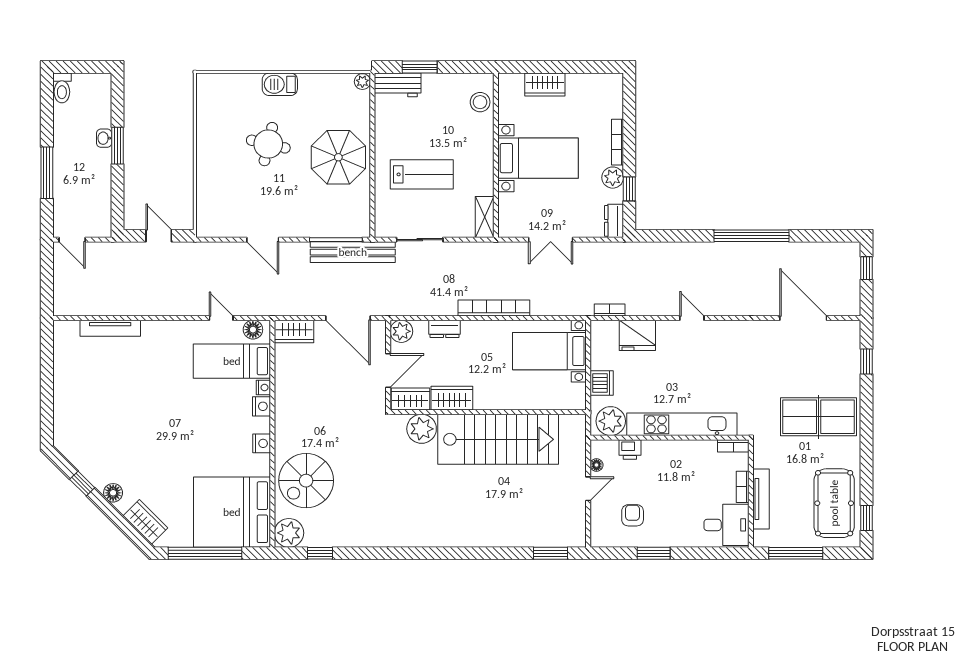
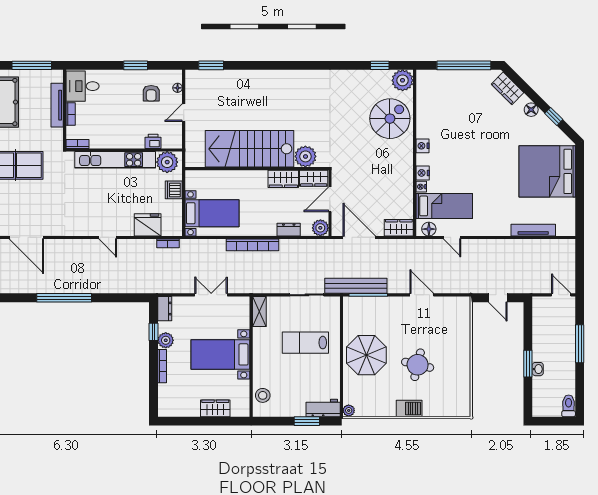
floor lamp: (596, 465) -> (178, 88), moved
bed: (232, 512) -> (547, 171), moved, turned 180

